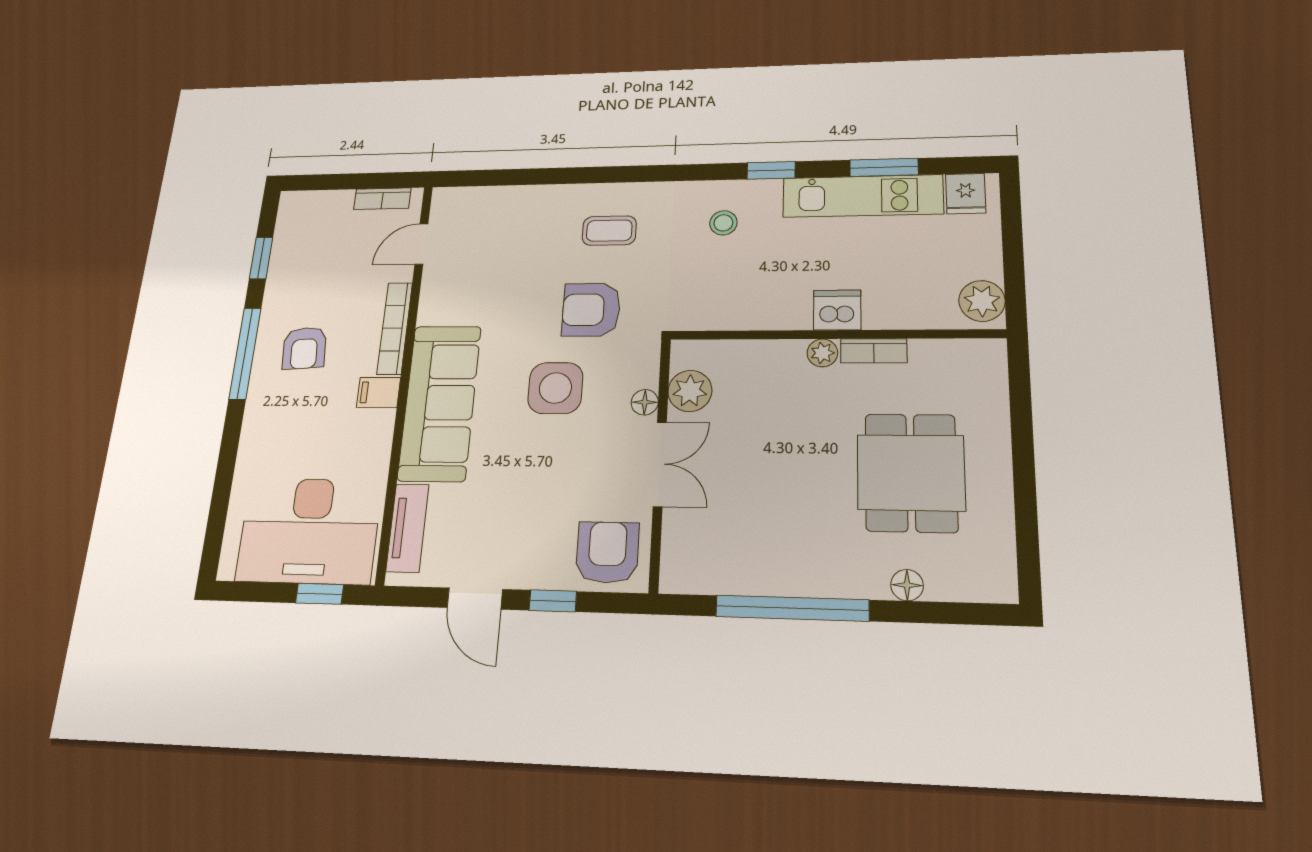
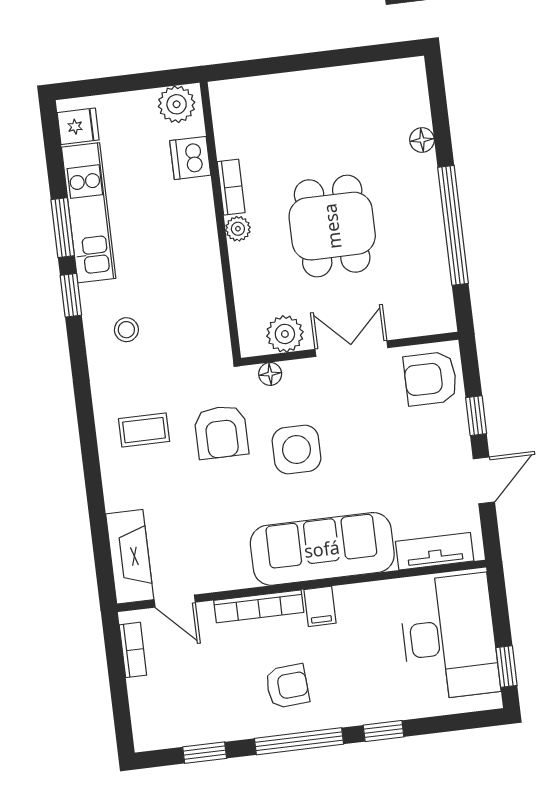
window: (884, 167) -> (63, 228), moved
fireplace: (478, 204) -> (130, 557), added
coffee table: (609, 231) -> (144, 430), turned 90
dishwasher: (837, 310) -> (190, 158), moved
floor lamp: (645, 402) -> (270, 374), moved
window: (230, 444) -> (384, 731), added
dining table: (911, 473) -> (332, 226), moved, turned 90
window: (320, 594) -> (506, 667), moved

